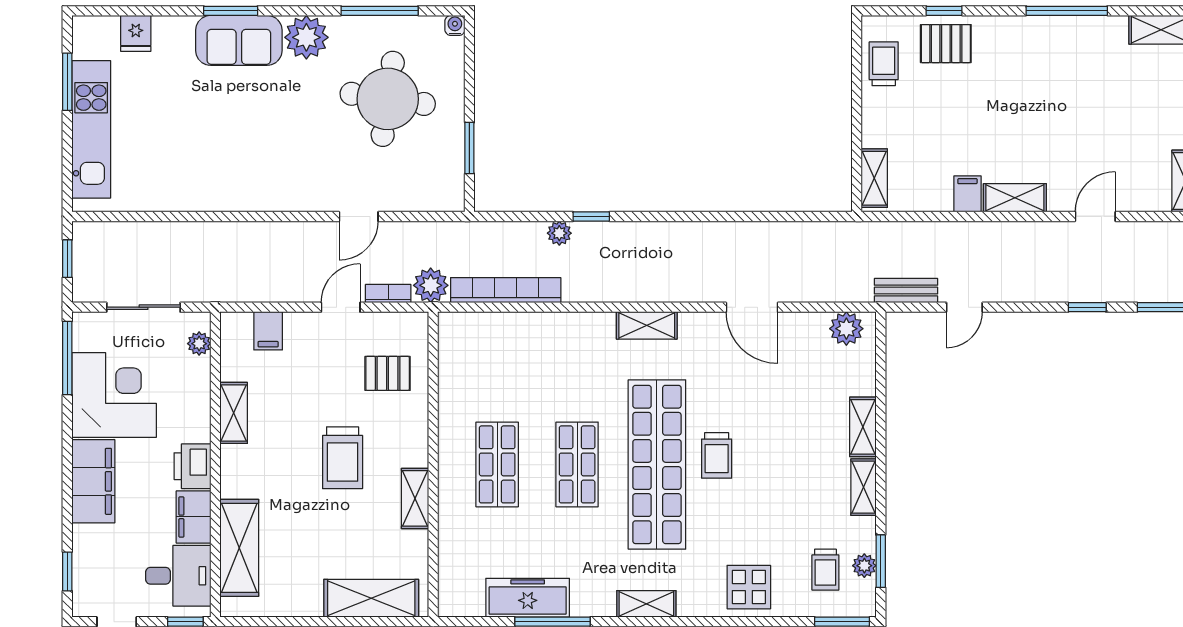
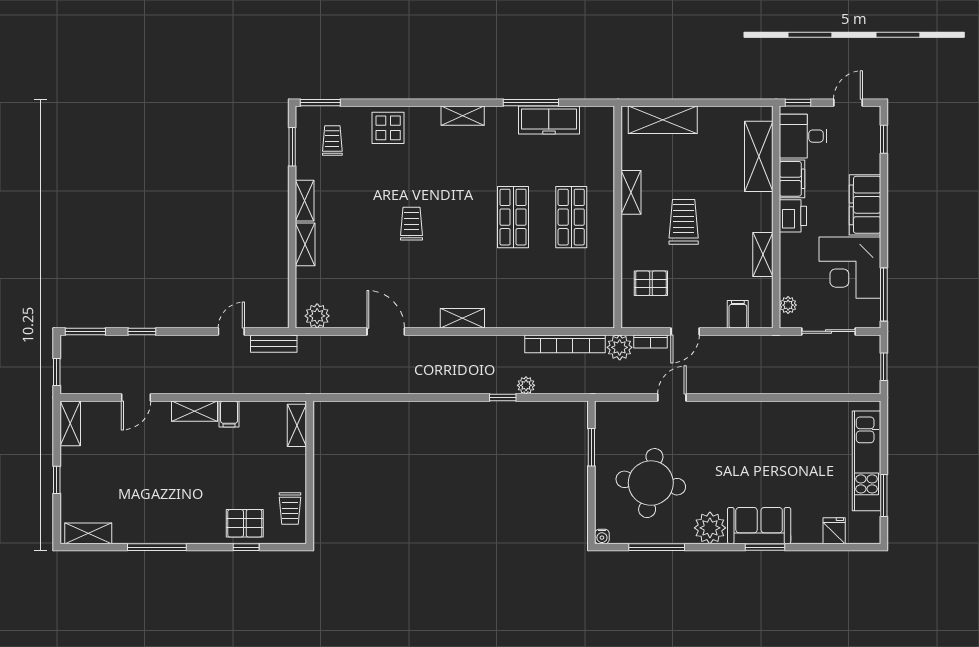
shop shelf: (657, 464) -> (455, 217), removed
plant: (864, 566) -> (304, 143), removed

